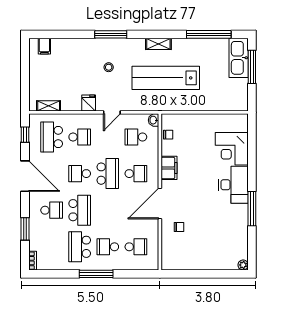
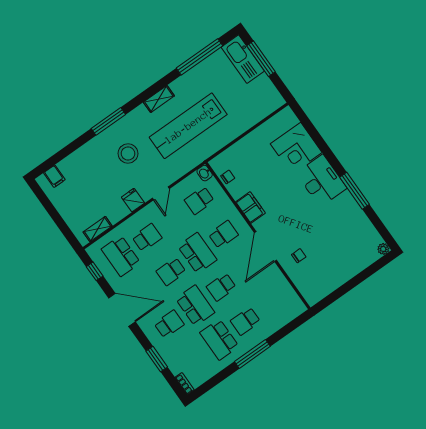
stool: (109, 67) -> (128, 153), width x1.89, depth x1.89
school desk: (136, 247) -> (221, 287), moved, turned 180

